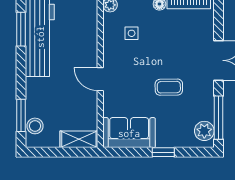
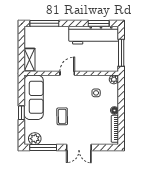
window: (21, 115) -> (44, 23), width x1.44
stool: (35, 126) -> (38, 32), removed
sofa: (129, 133) -> (34, 97), width x1.36

